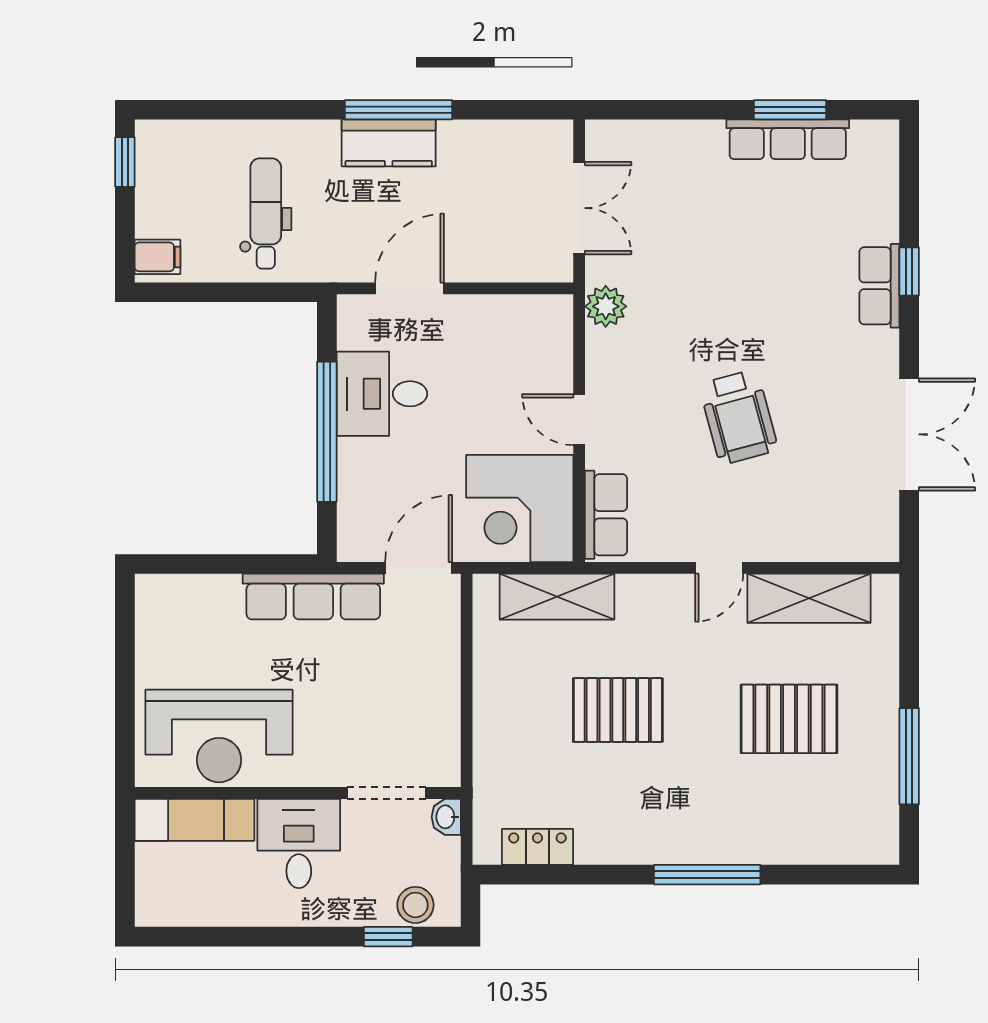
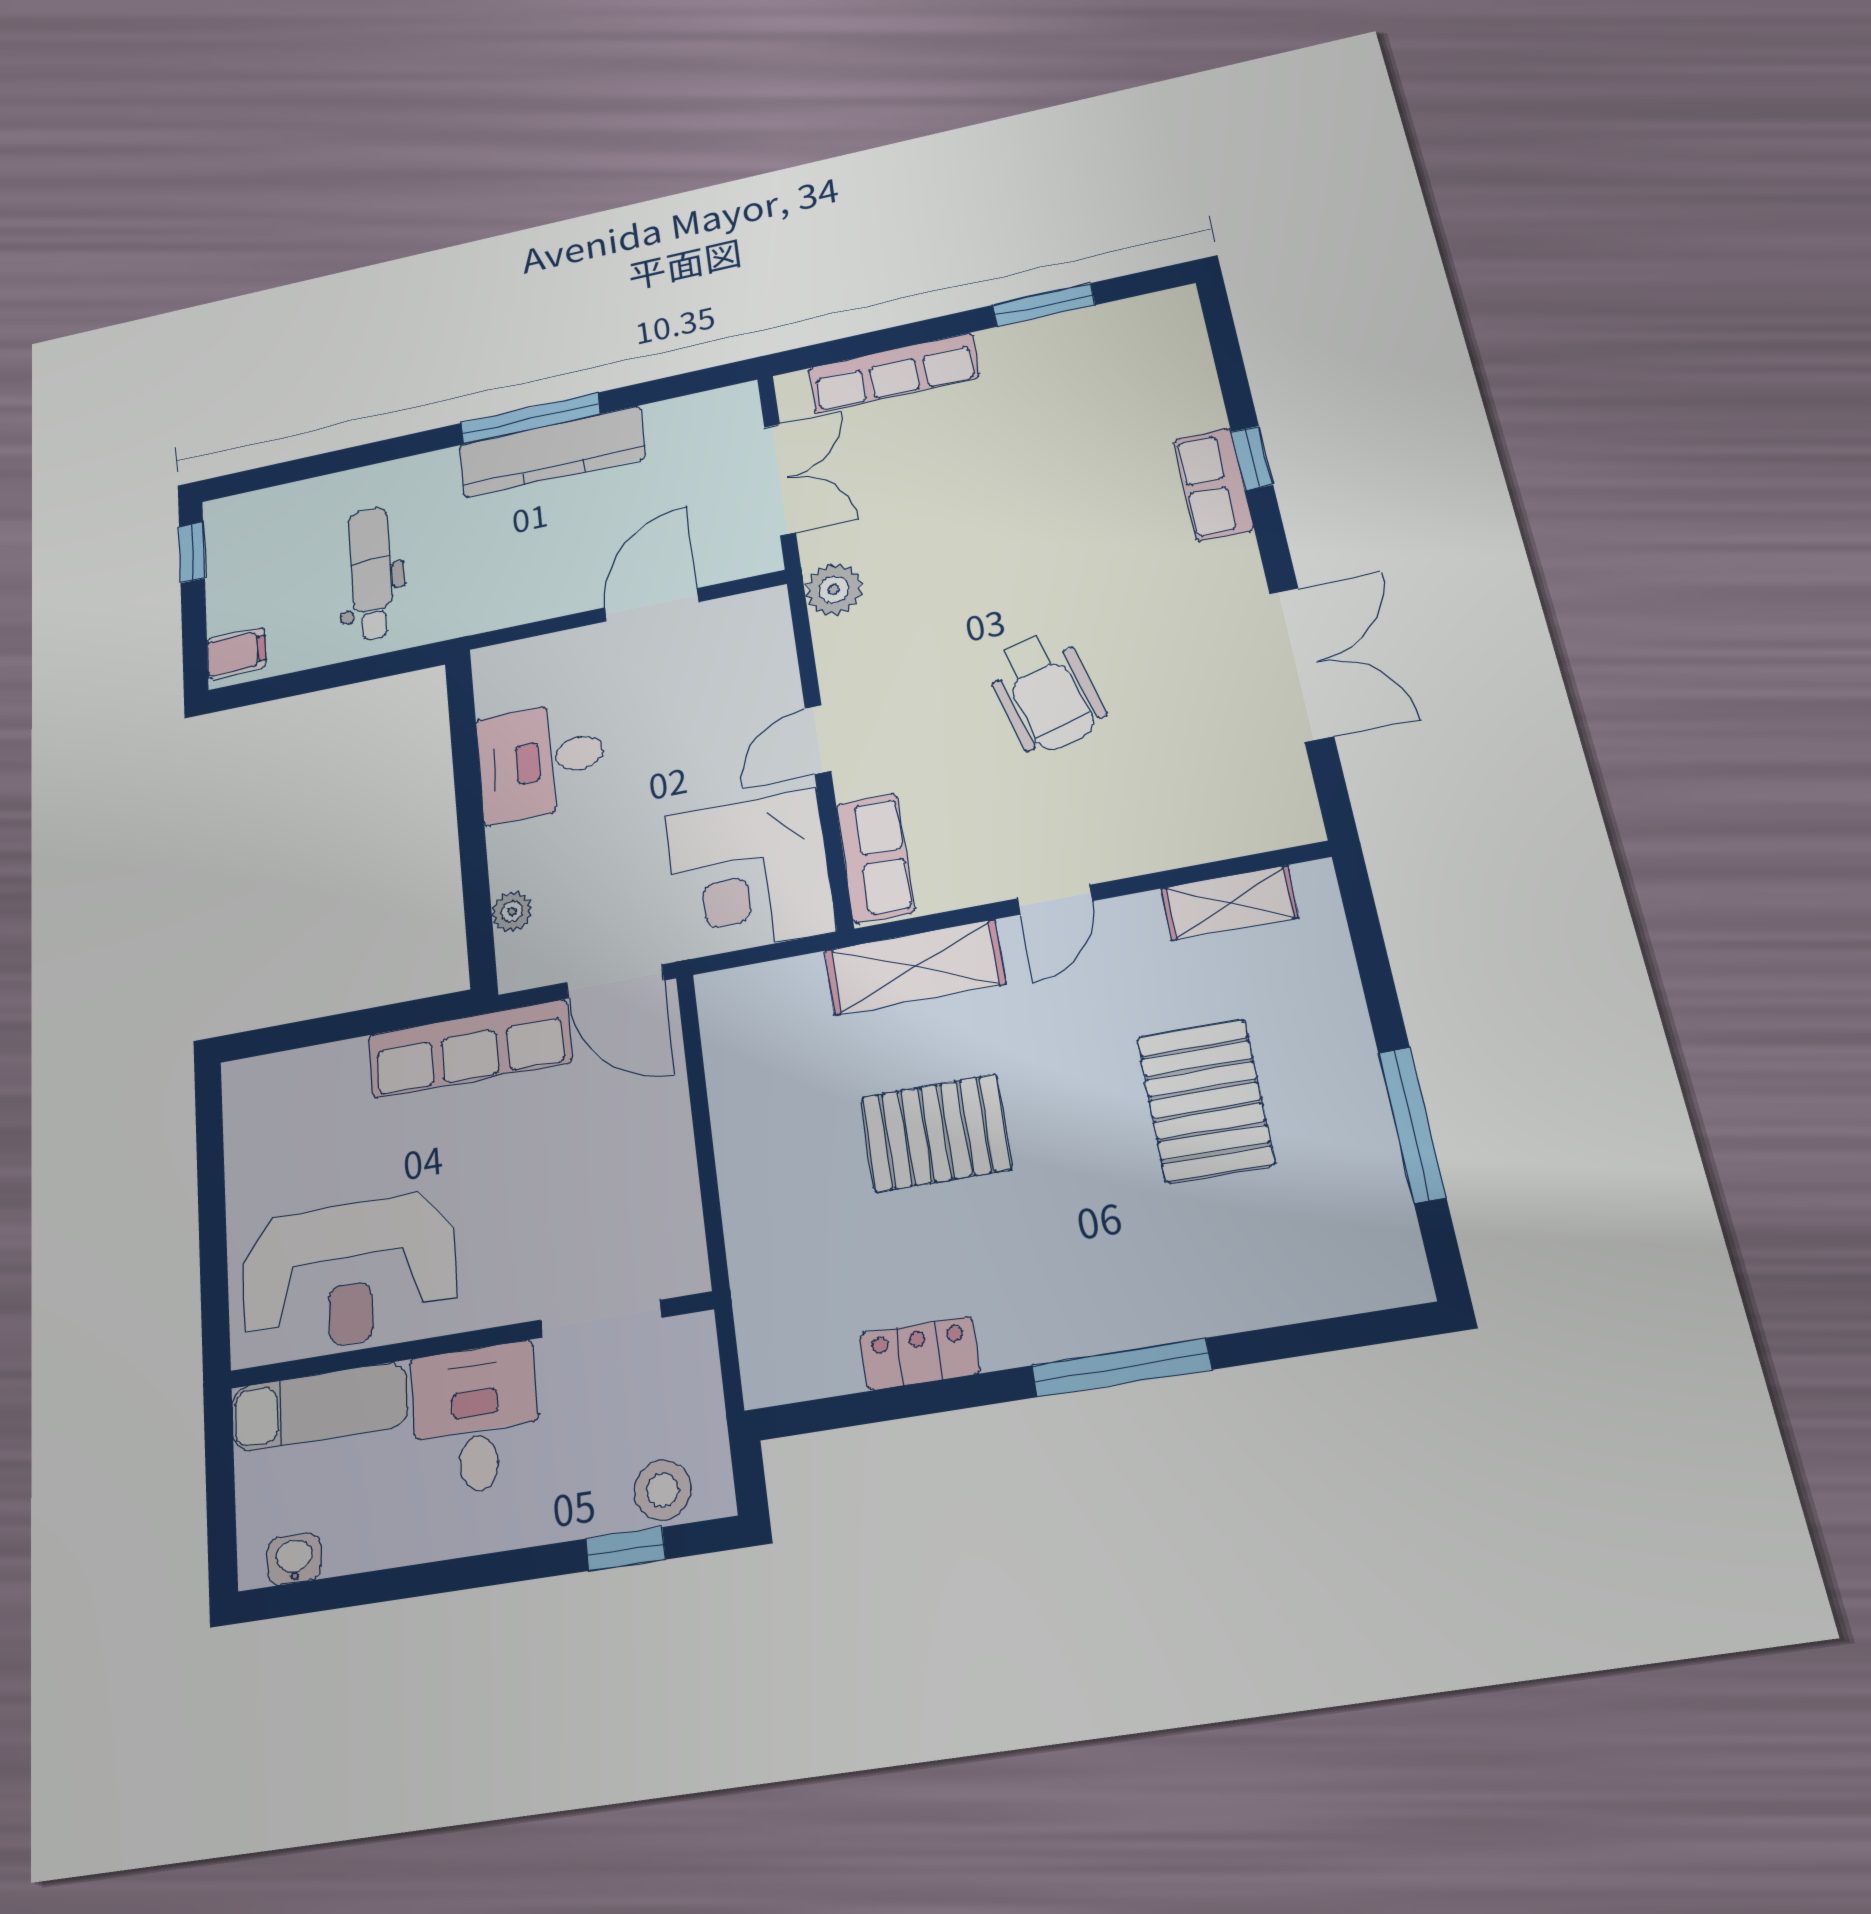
row of seats: (788, 139) -> (894, 373), moved
kitchen counter: (389, 143) -> (552, 452), width x1.50
door: (410, 288) -> (652, 605), moved
door: (579, 420) -> (818, 740), hinge flipped
window: (327, 432) -> (471, 824), removed
plant: (351, 503) -> (512, 911), added
door: (419, 568) -> (615, 981), swing flipped
shelving: (557, 597) -> (915, 967), moved
shelving: (809, 598) -> (1230, 903), width x0.67, depth x0.75
pallet: (789, 719) -> (1205, 1100), turned 90
washbasin: (446, 817) -> (294, 1559), moved, turned 90
locker: (537, 847) -> (919, 1353), moved

